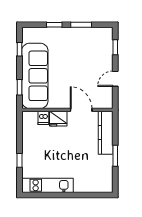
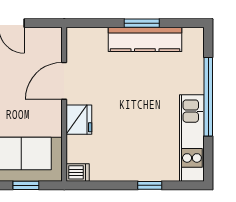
dishwasher: (43, 118) -> (78, 172), moved
kitchen counter: (106, 133) -> (145, 39), moved
window: (72, 195) -> (208, 97), added

